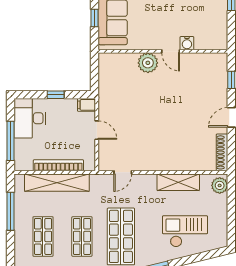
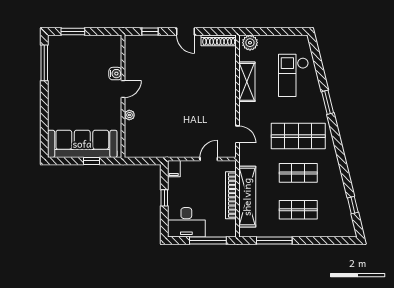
plant: (148, 63) -> (129, 115), width x0.53, depth x0.53
door: (97, 130) -> (209, 159), moved

